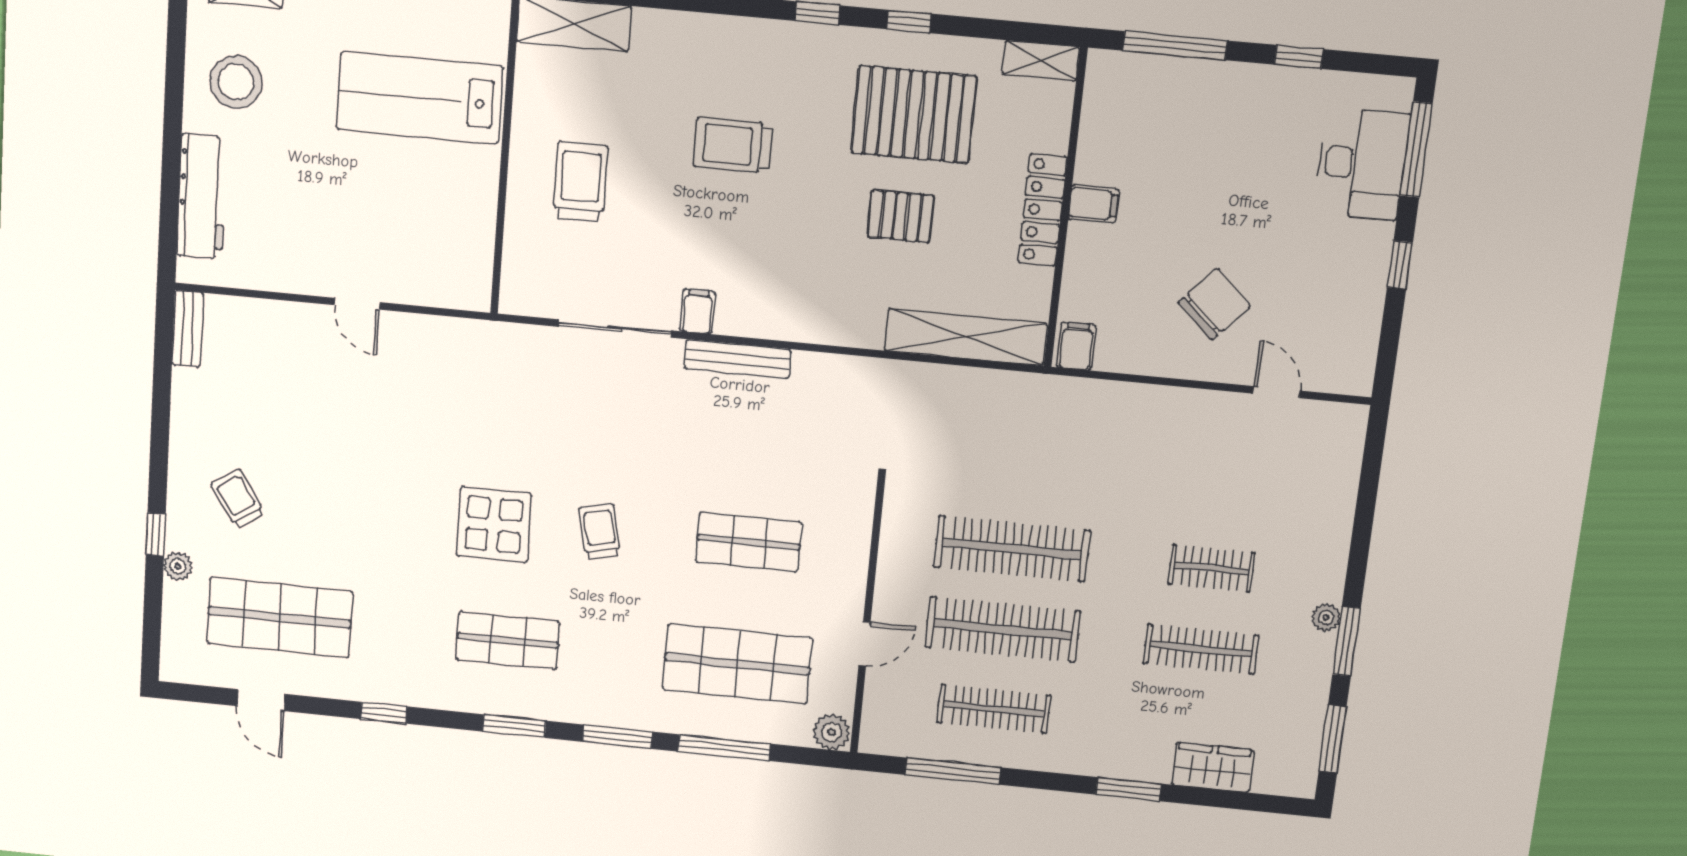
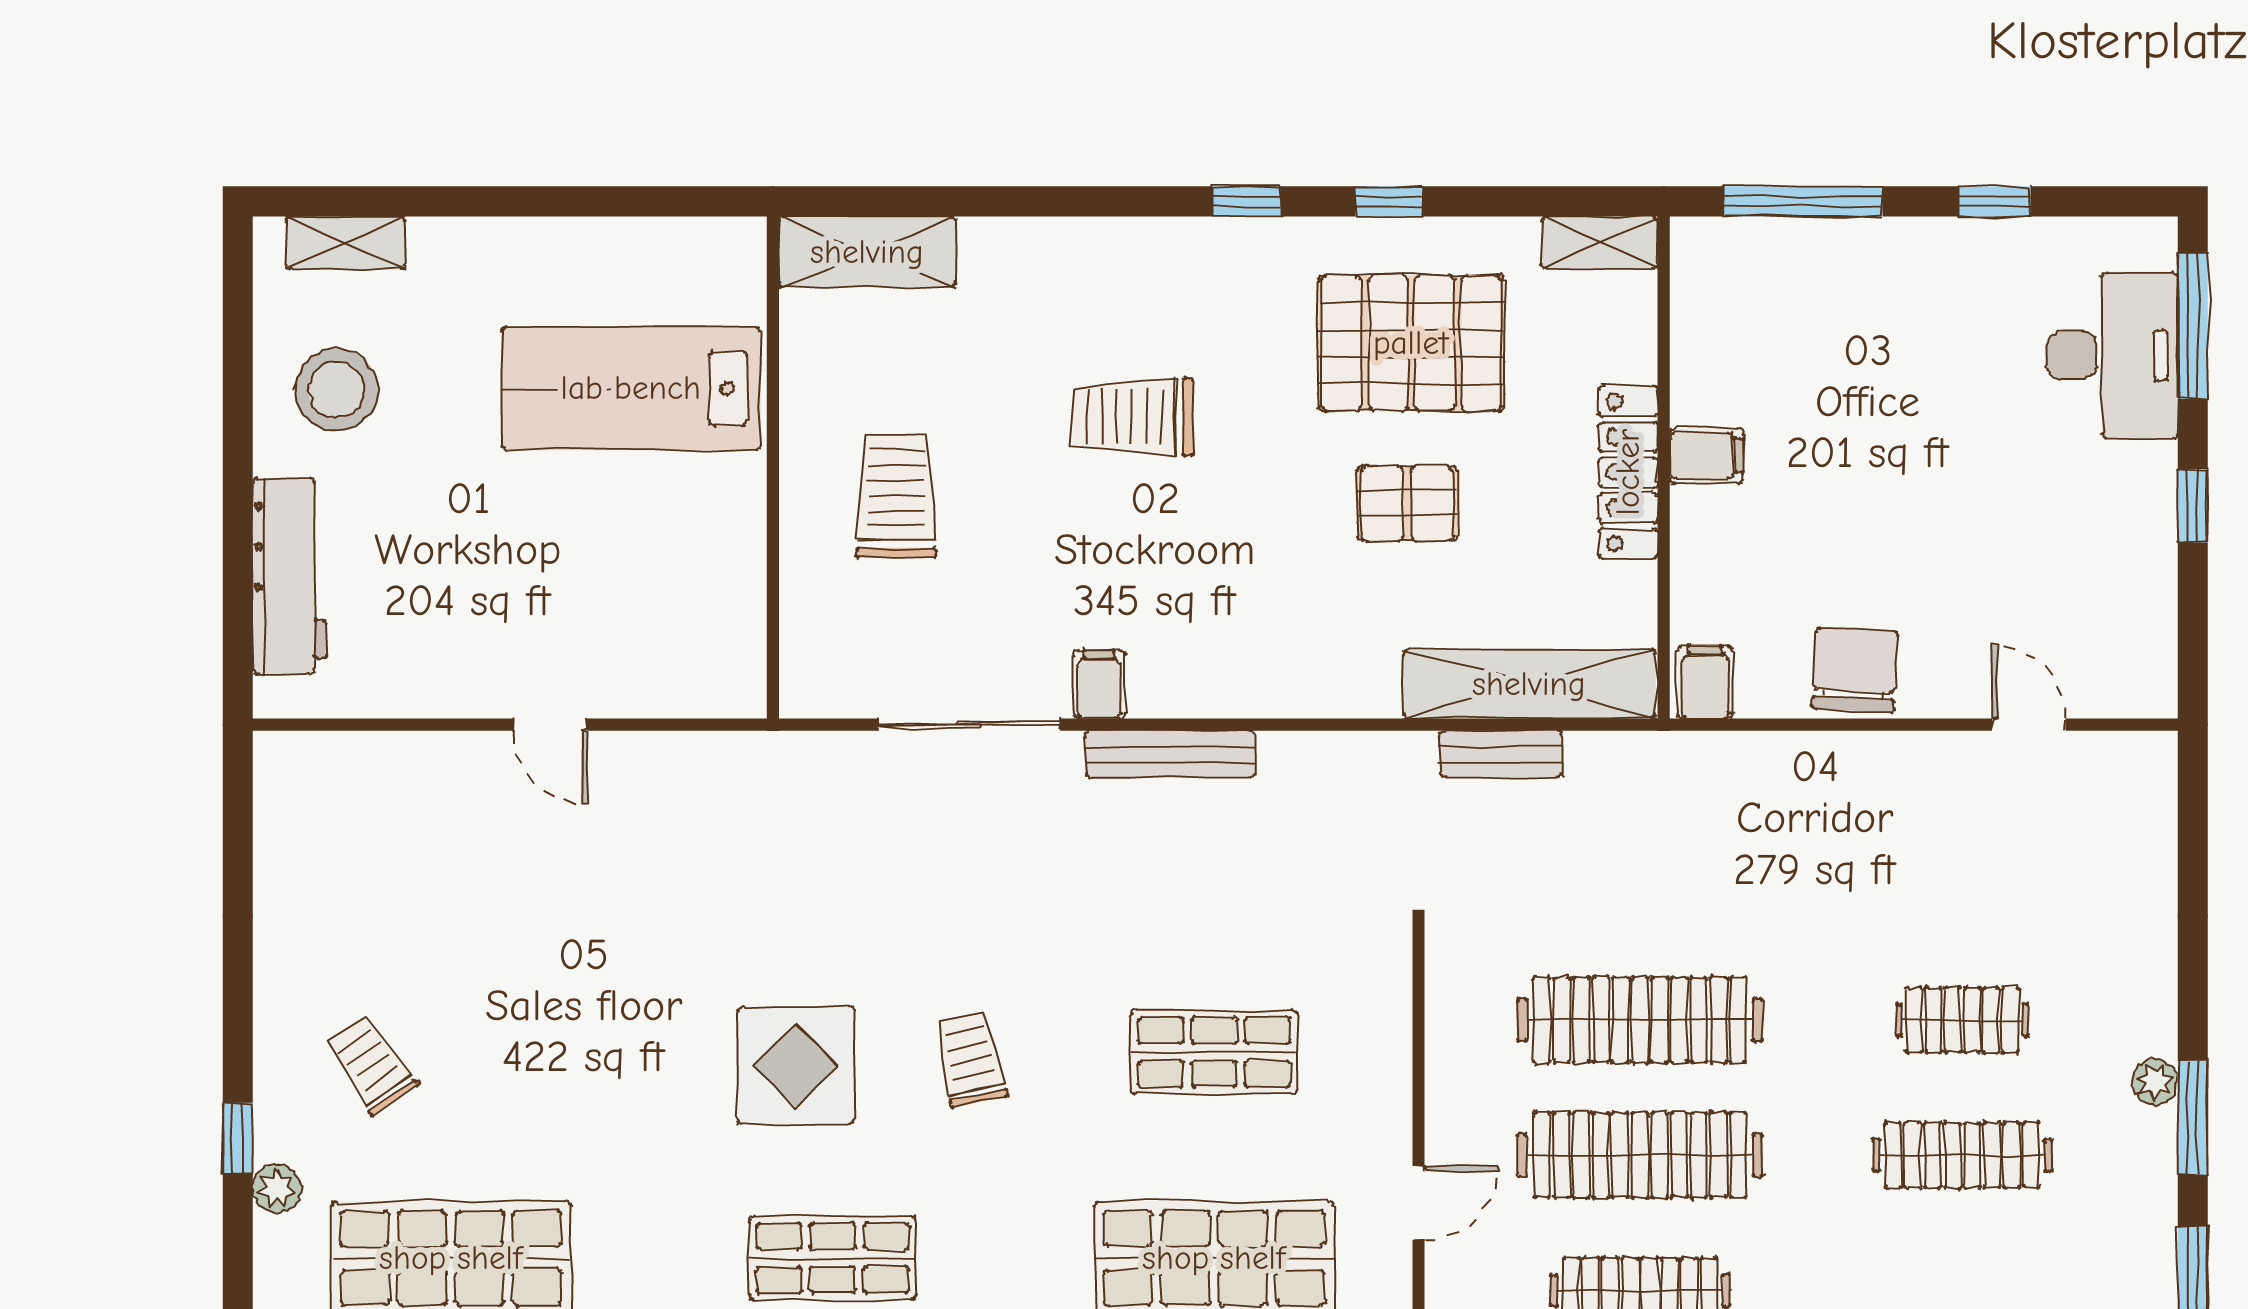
chair: (1214, 304) -> (1855, 670), moved, turned -39
bench: (188, 329) -> (1501, 754), moved, turned 90

